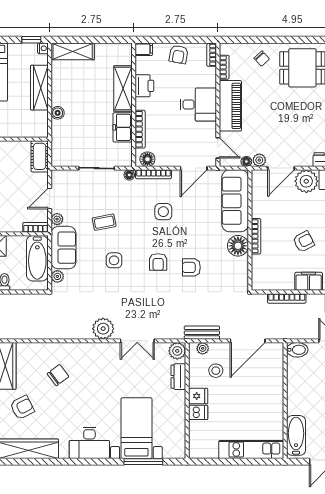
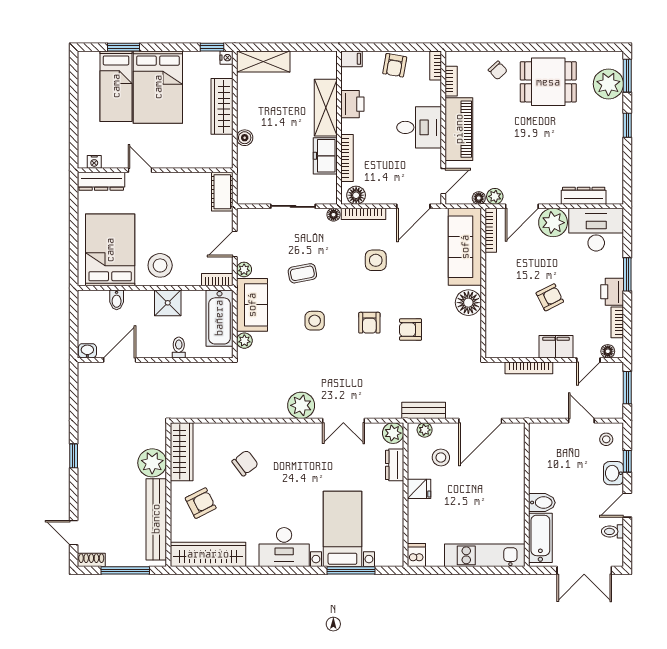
door: (218, 148) -> (443, 181), hinge flipped
bookcase: (256, 236) -> (491, 230), moved
bidet: (297, 350) -> (542, 503), moved
dishwasher: (198, 412) -> (416, 555), moved, turned -90

